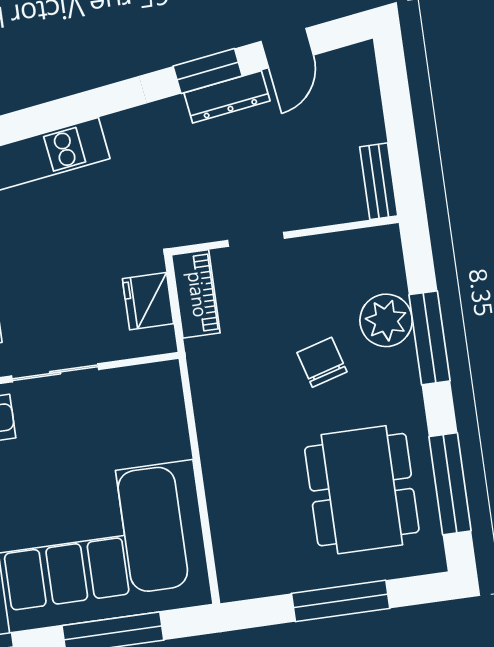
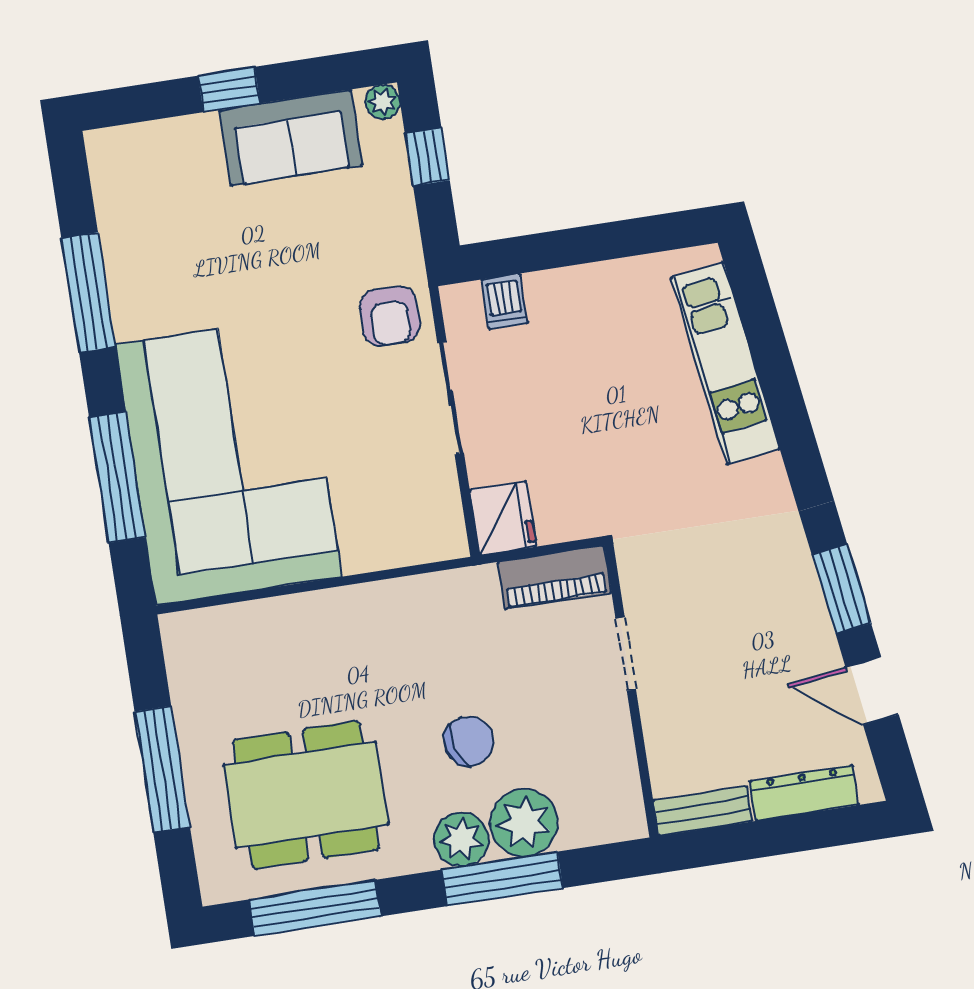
dresser: (227, 97) -> (804, 793), moved, turned 98
fridge: (148, 301) -> (503, 518), moved, turned 90
plant: (398, 369) -> (461, 839), added

